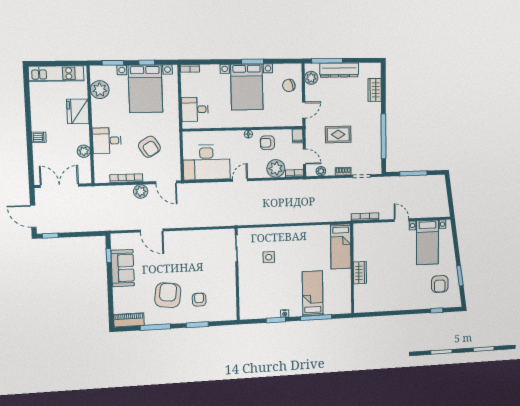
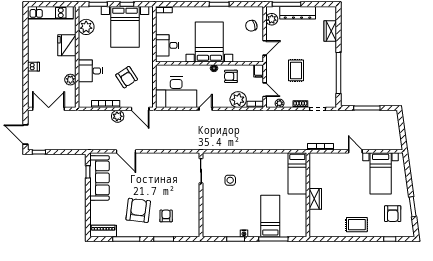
bed with nightstands: (247, 87) -> (209, 42), moved, turned 180
rug: (338, 134) -> (296, 70), turned 90
sofa: (123, 268) -> (100, 178), width x1.36
rug: (403, 297) -> (357, 225), added

